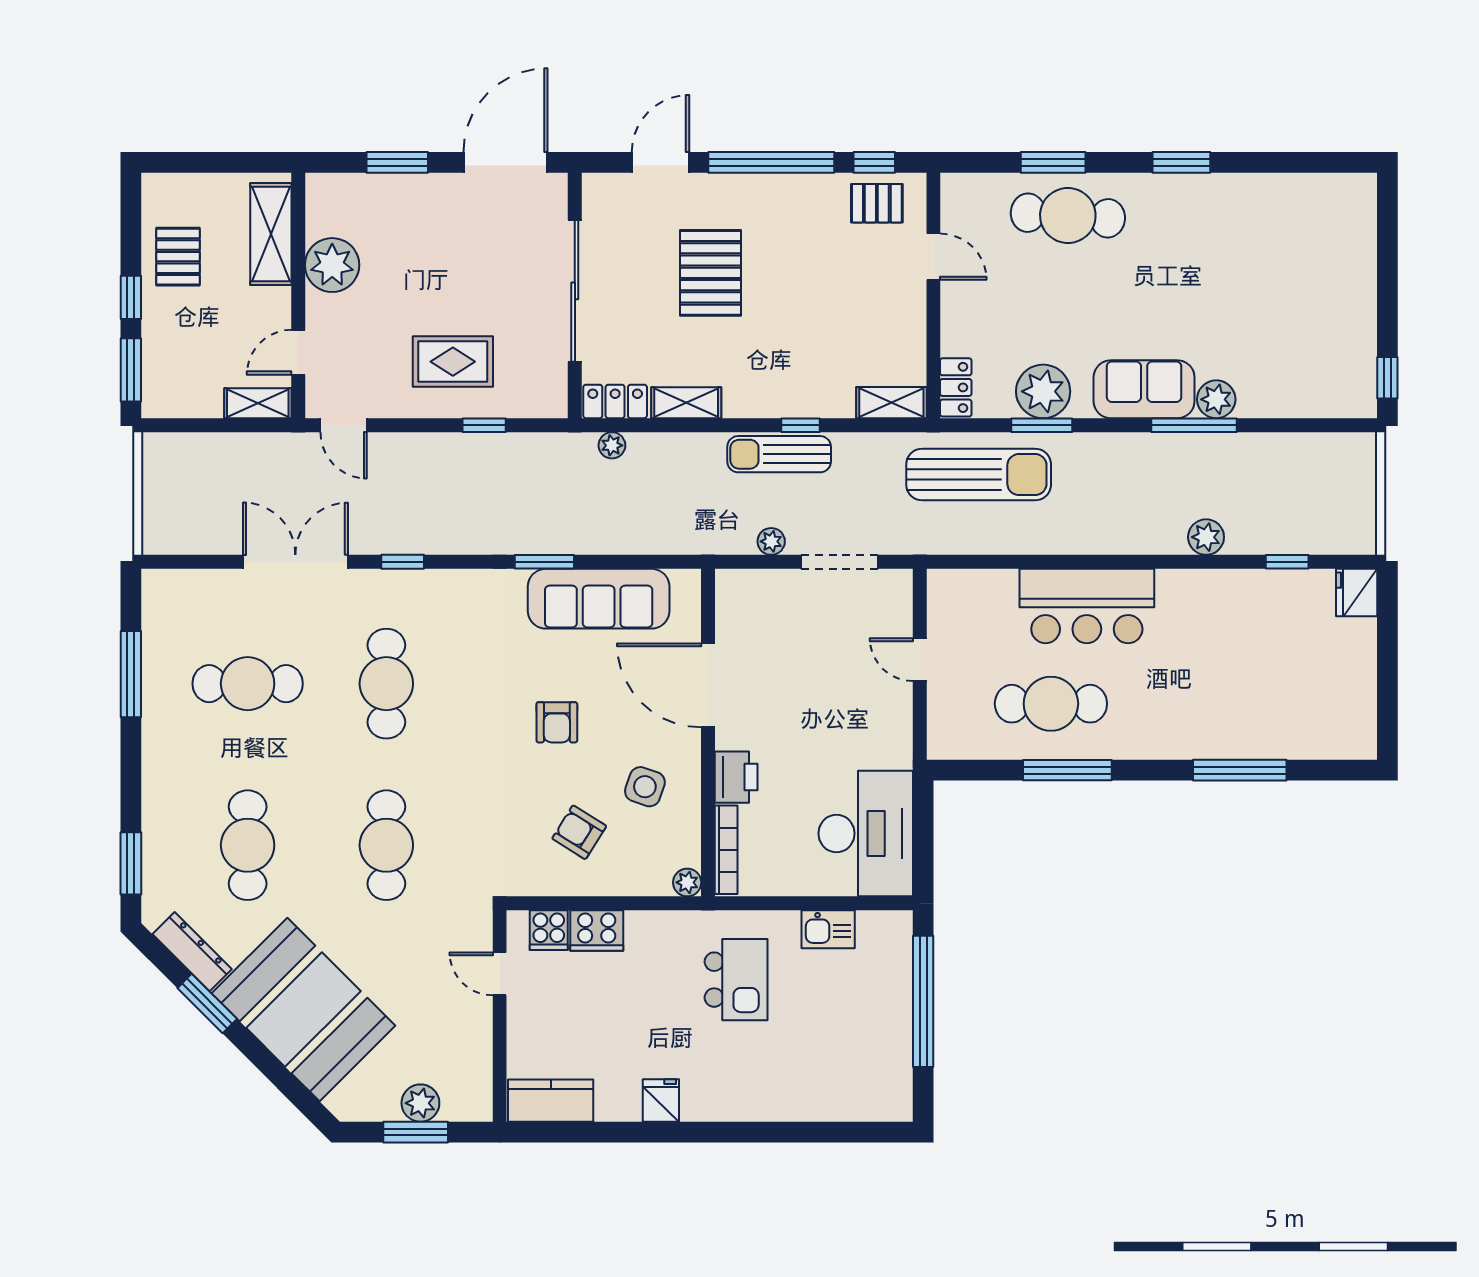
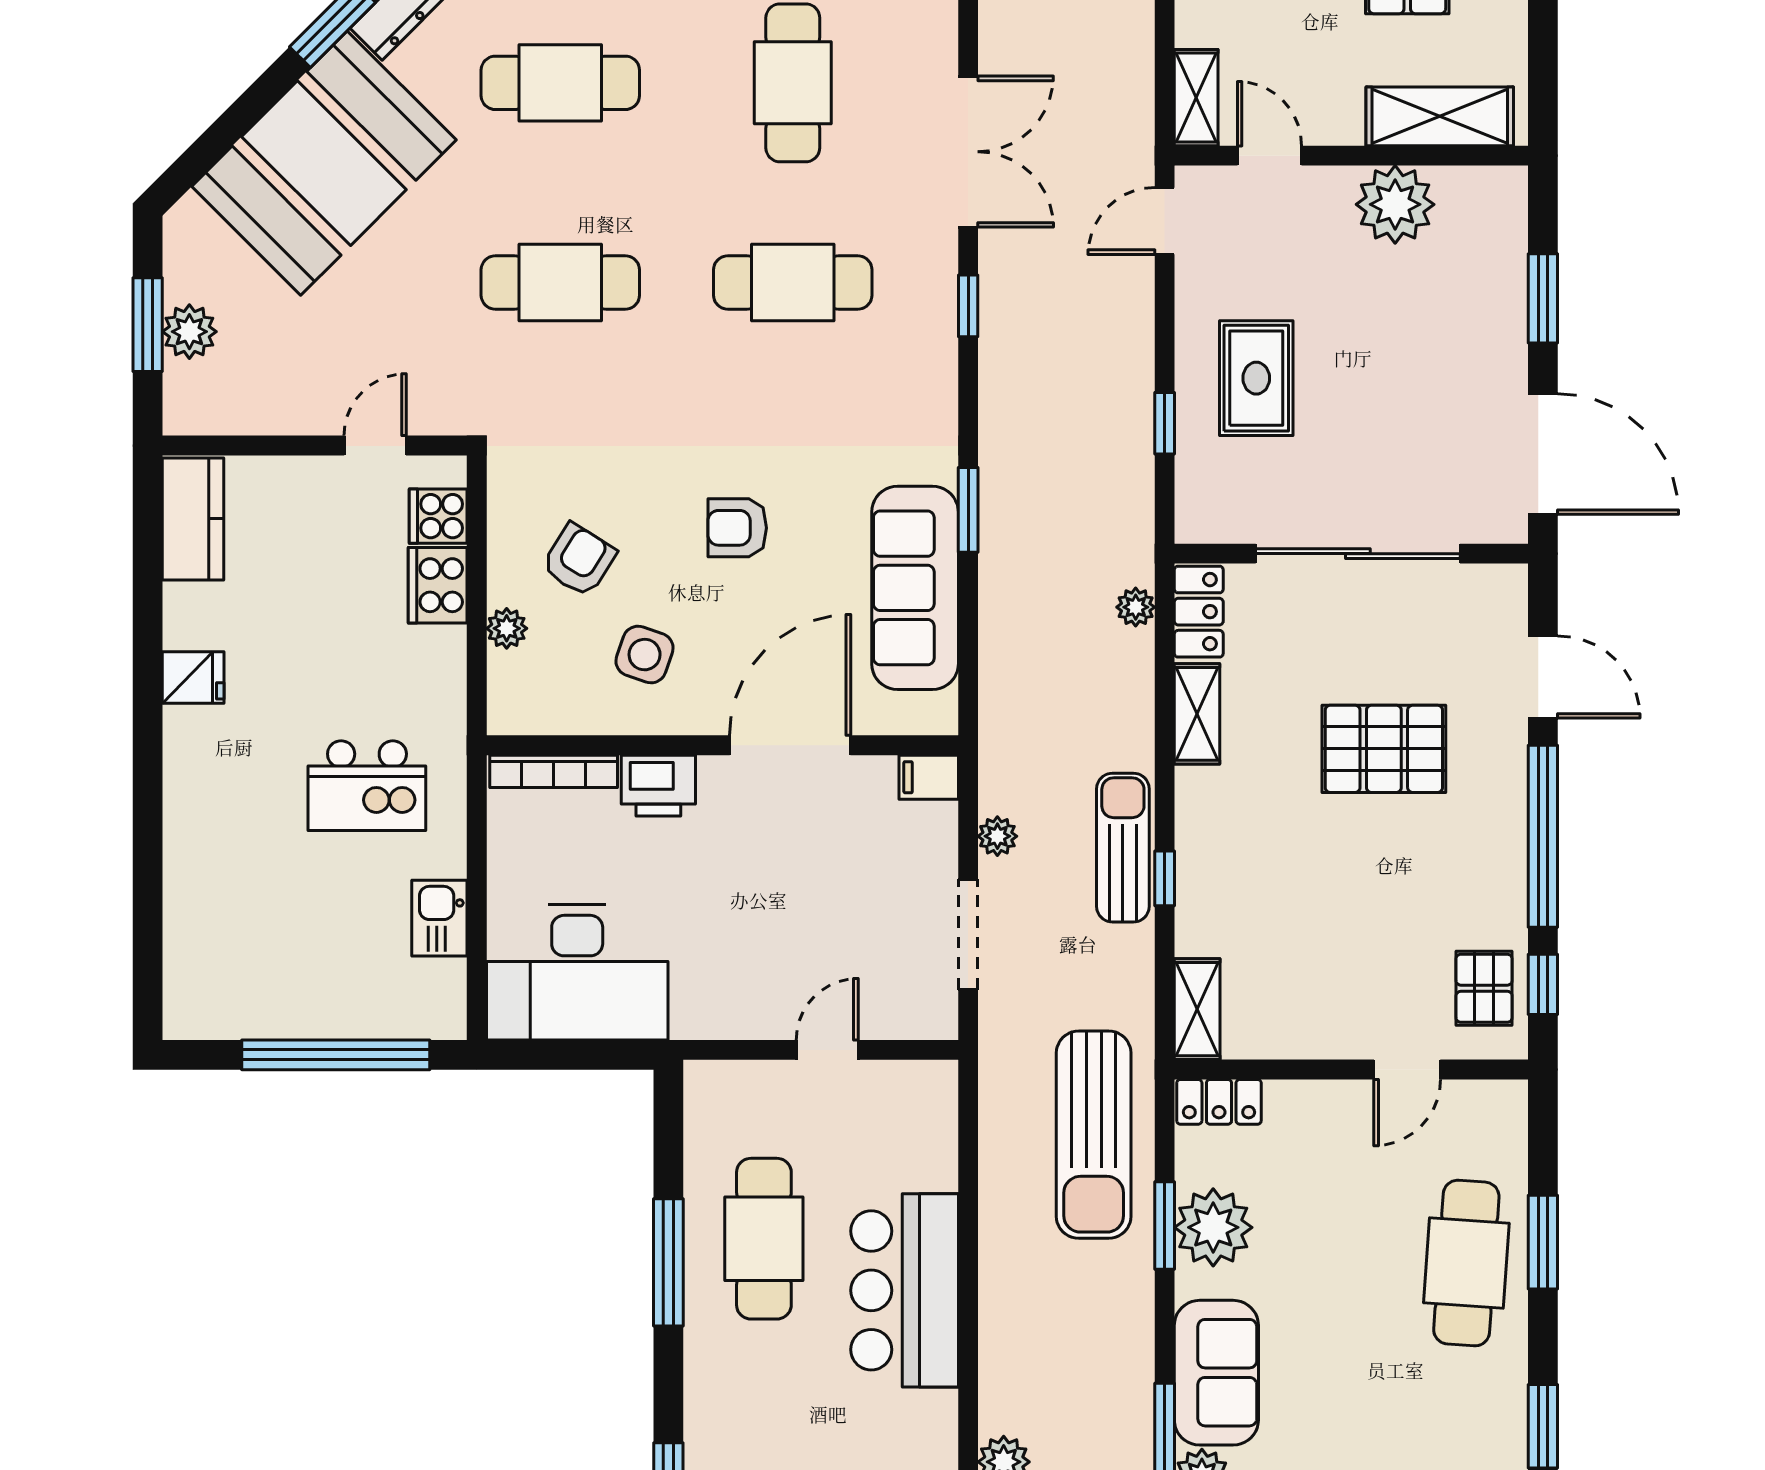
filing cabinet: (730, 589) -> (929, 777), added
plant: (687, 882) -> (507, 628), moved

